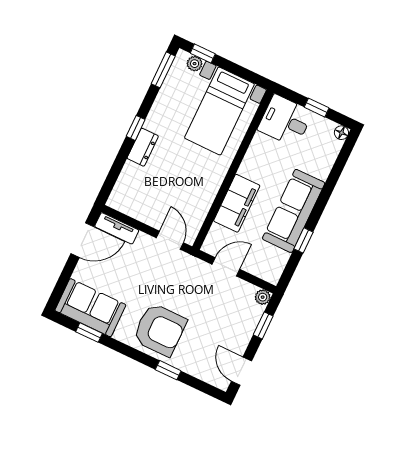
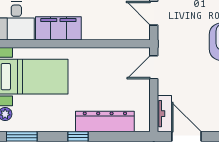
dresser: (143, 147) -> (105, 122), width x1.96, depth x1.24
filing cabinet: (237, 203) -> (58, 28), moved

